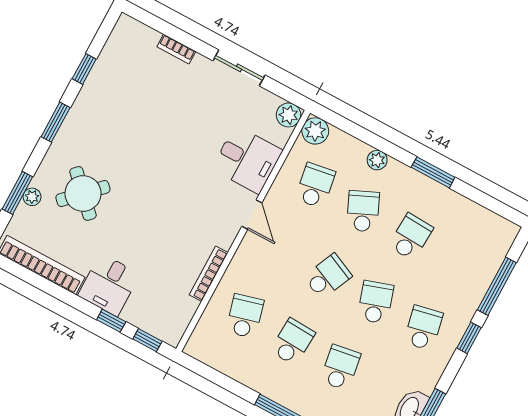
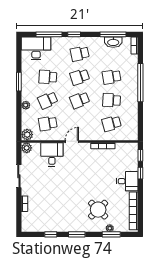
desk: (482, 244) -> (36, 48), added
school desk: (328, 276) -> (80, 100), turned -45

